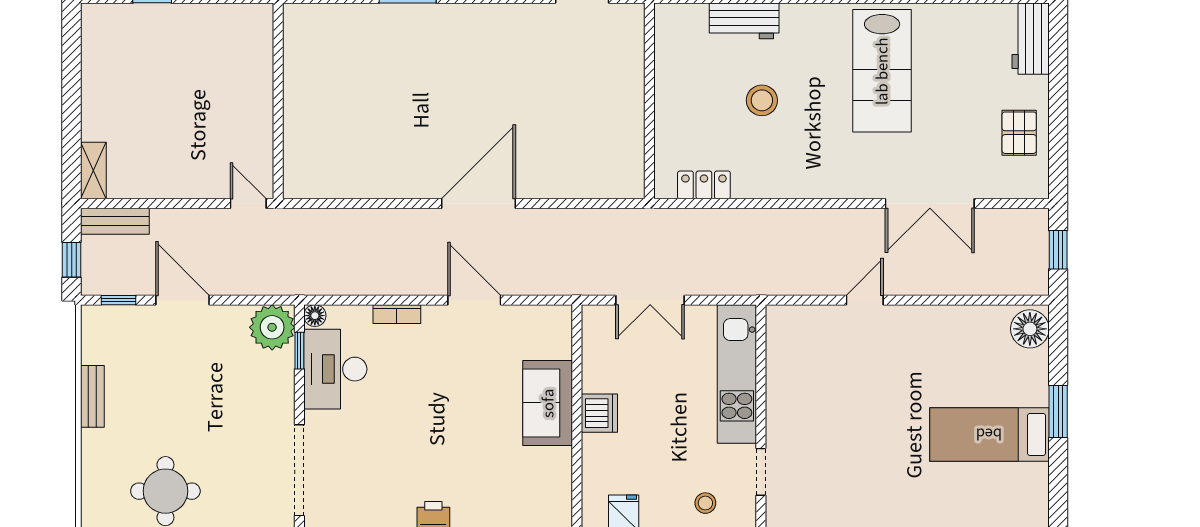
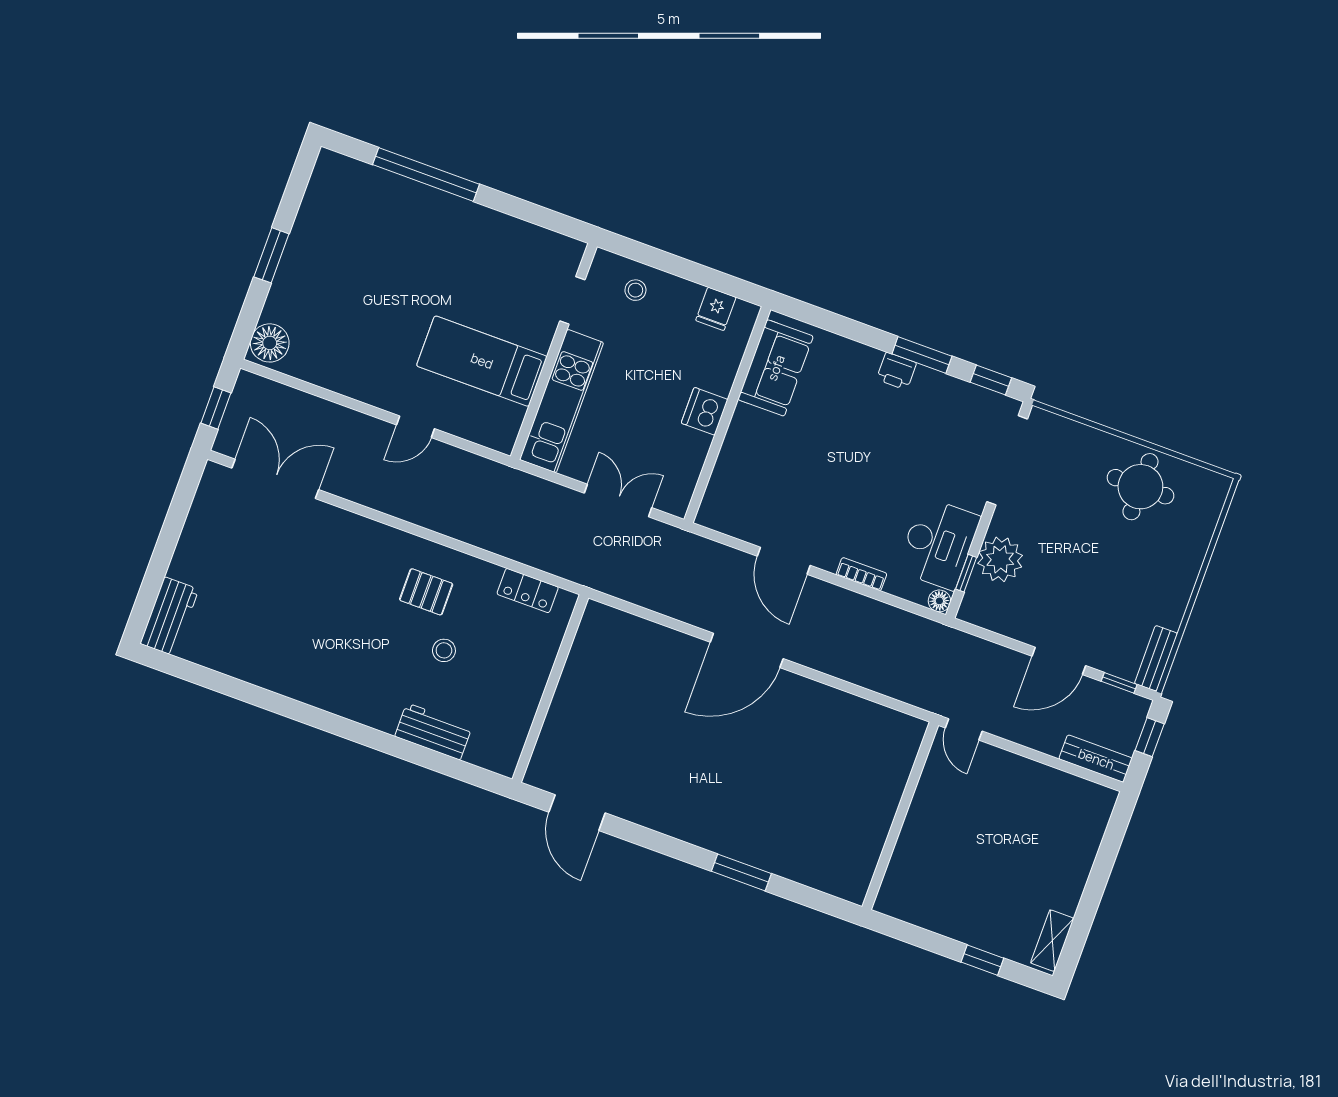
lab bench: (882, 71) -> (320, 637), removed
stool: (762, 100) -> (444, 650), width x0.73, depth x0.73
pallet: (1019, 133) -> (426, 592), moved, turned 90
shelving: (93, 171) -> (1052, 941), moved
double door: (930, 204) -> (275, 479), moved
door: (183, 300) -> (1059, 661), hinge flipped
plant: (272, 327) -> (1000, 559), moved
bench: (92, 396) -> (1156, 658), moved
sofa: (548, 403) -> (776, 368), moved
bed: (989, 434) -> (482, 361), moved, turned 180

